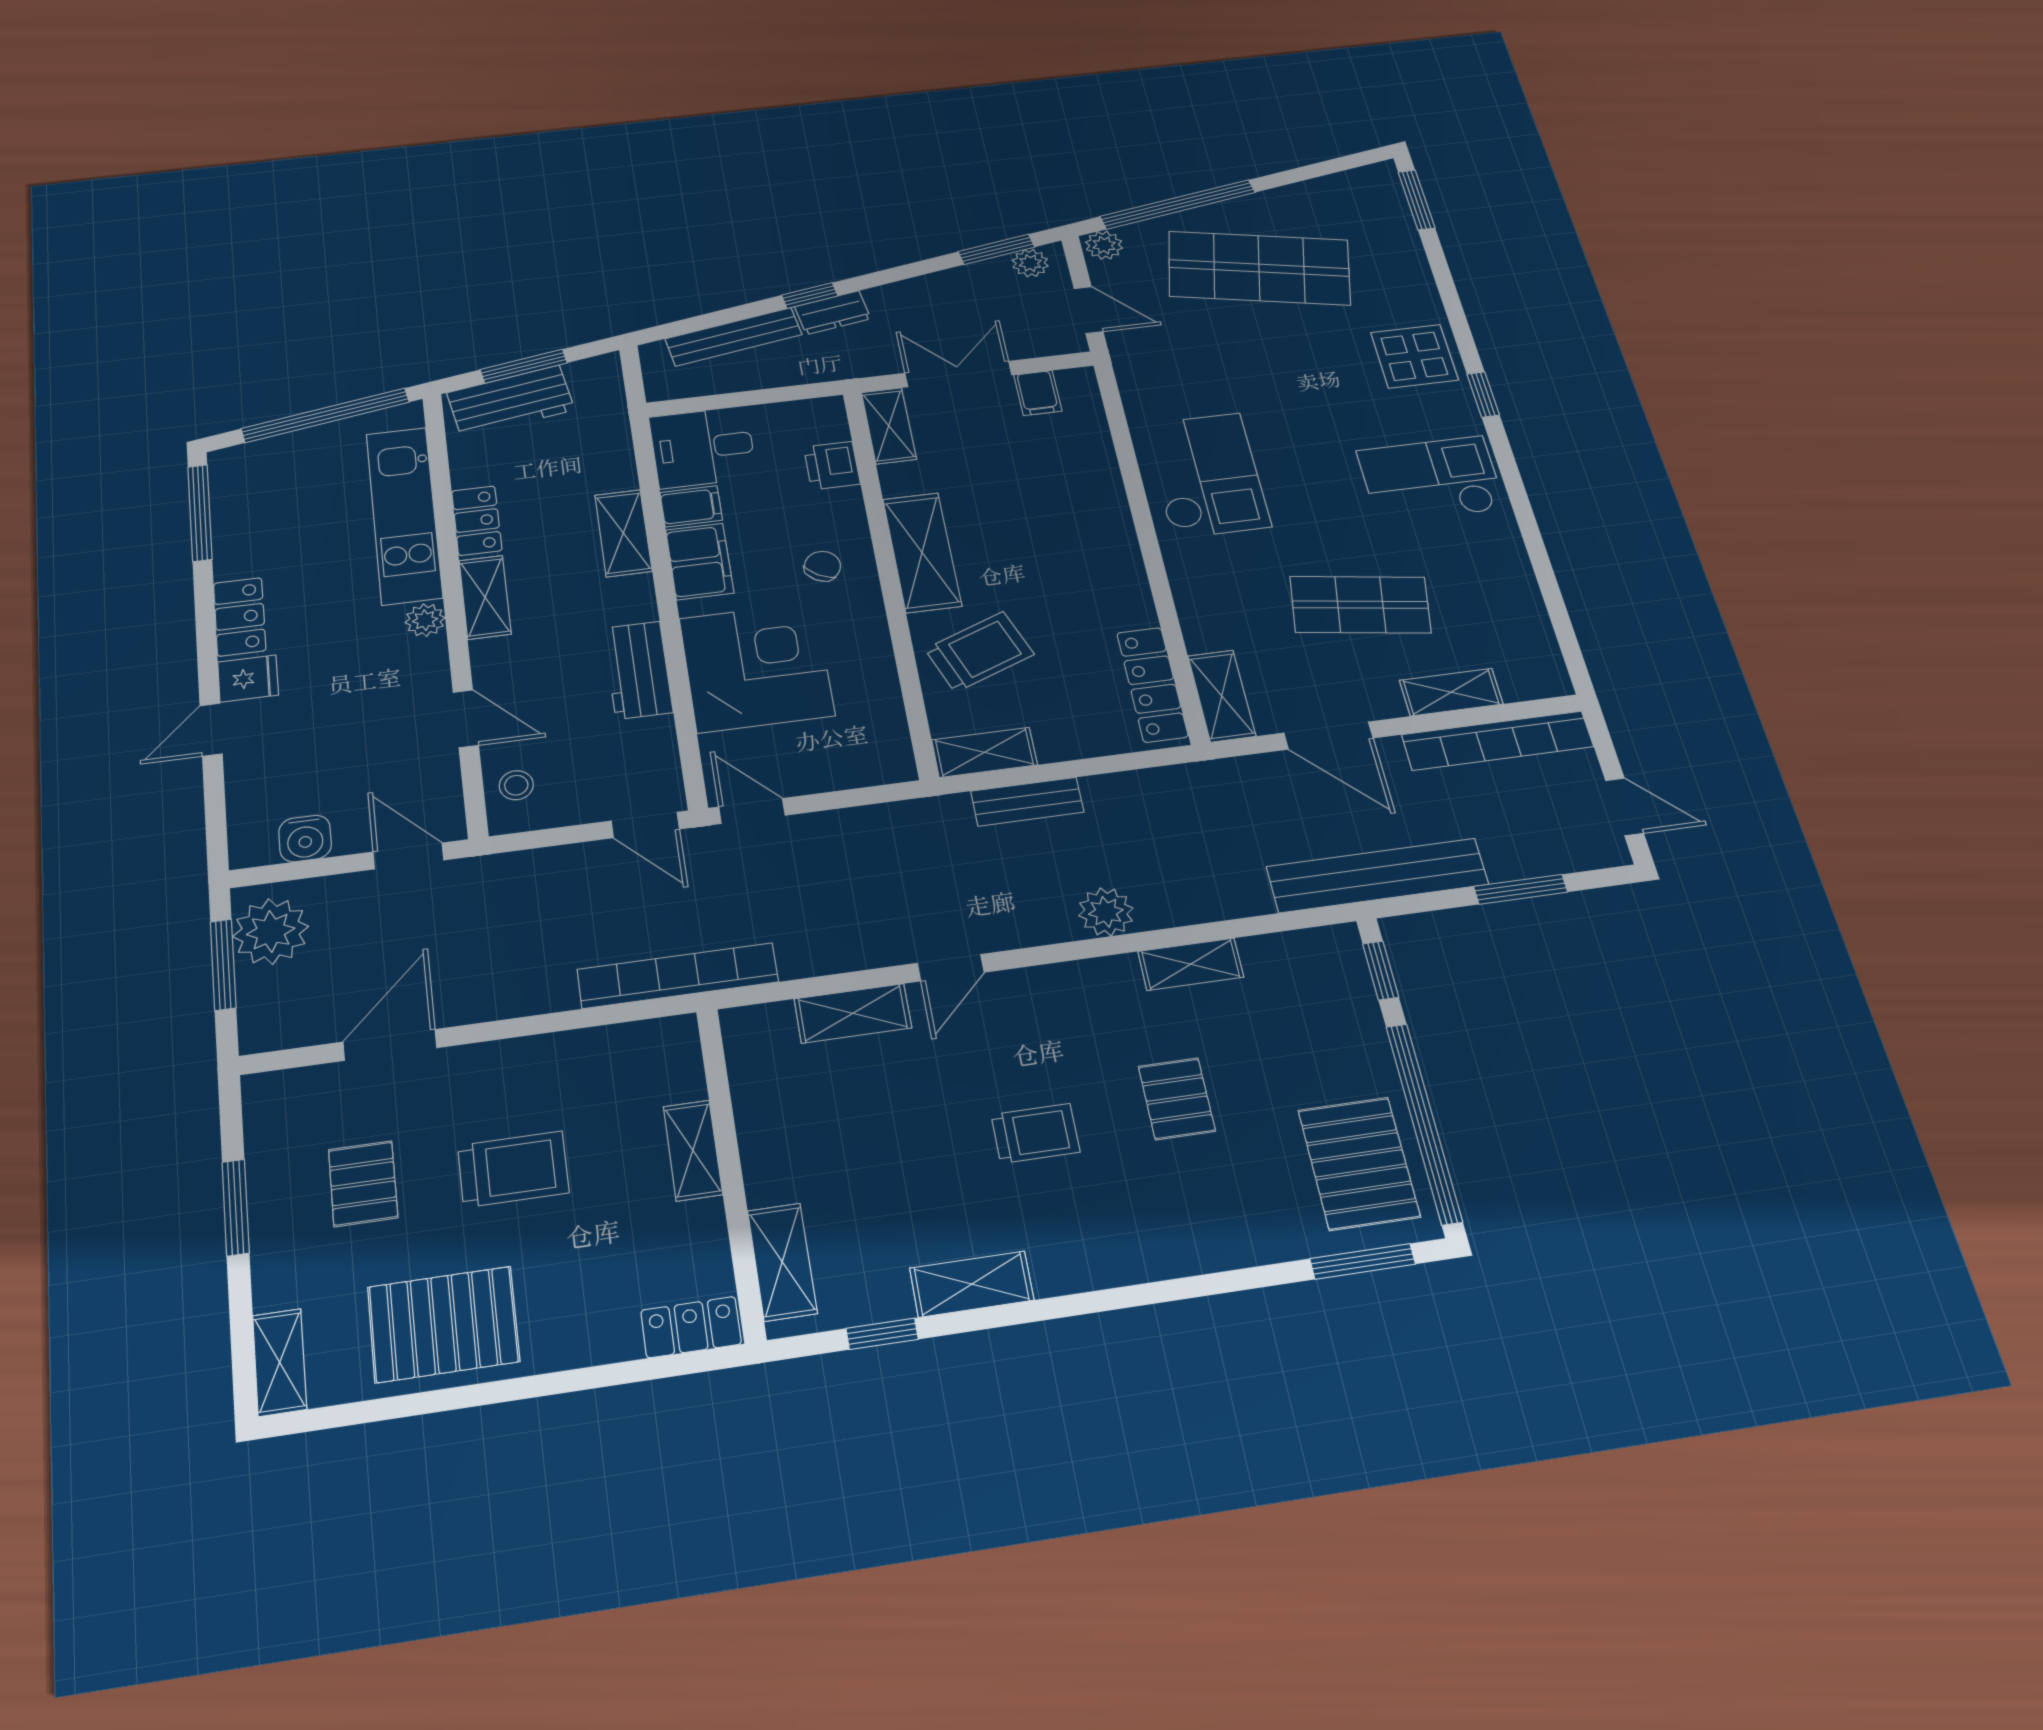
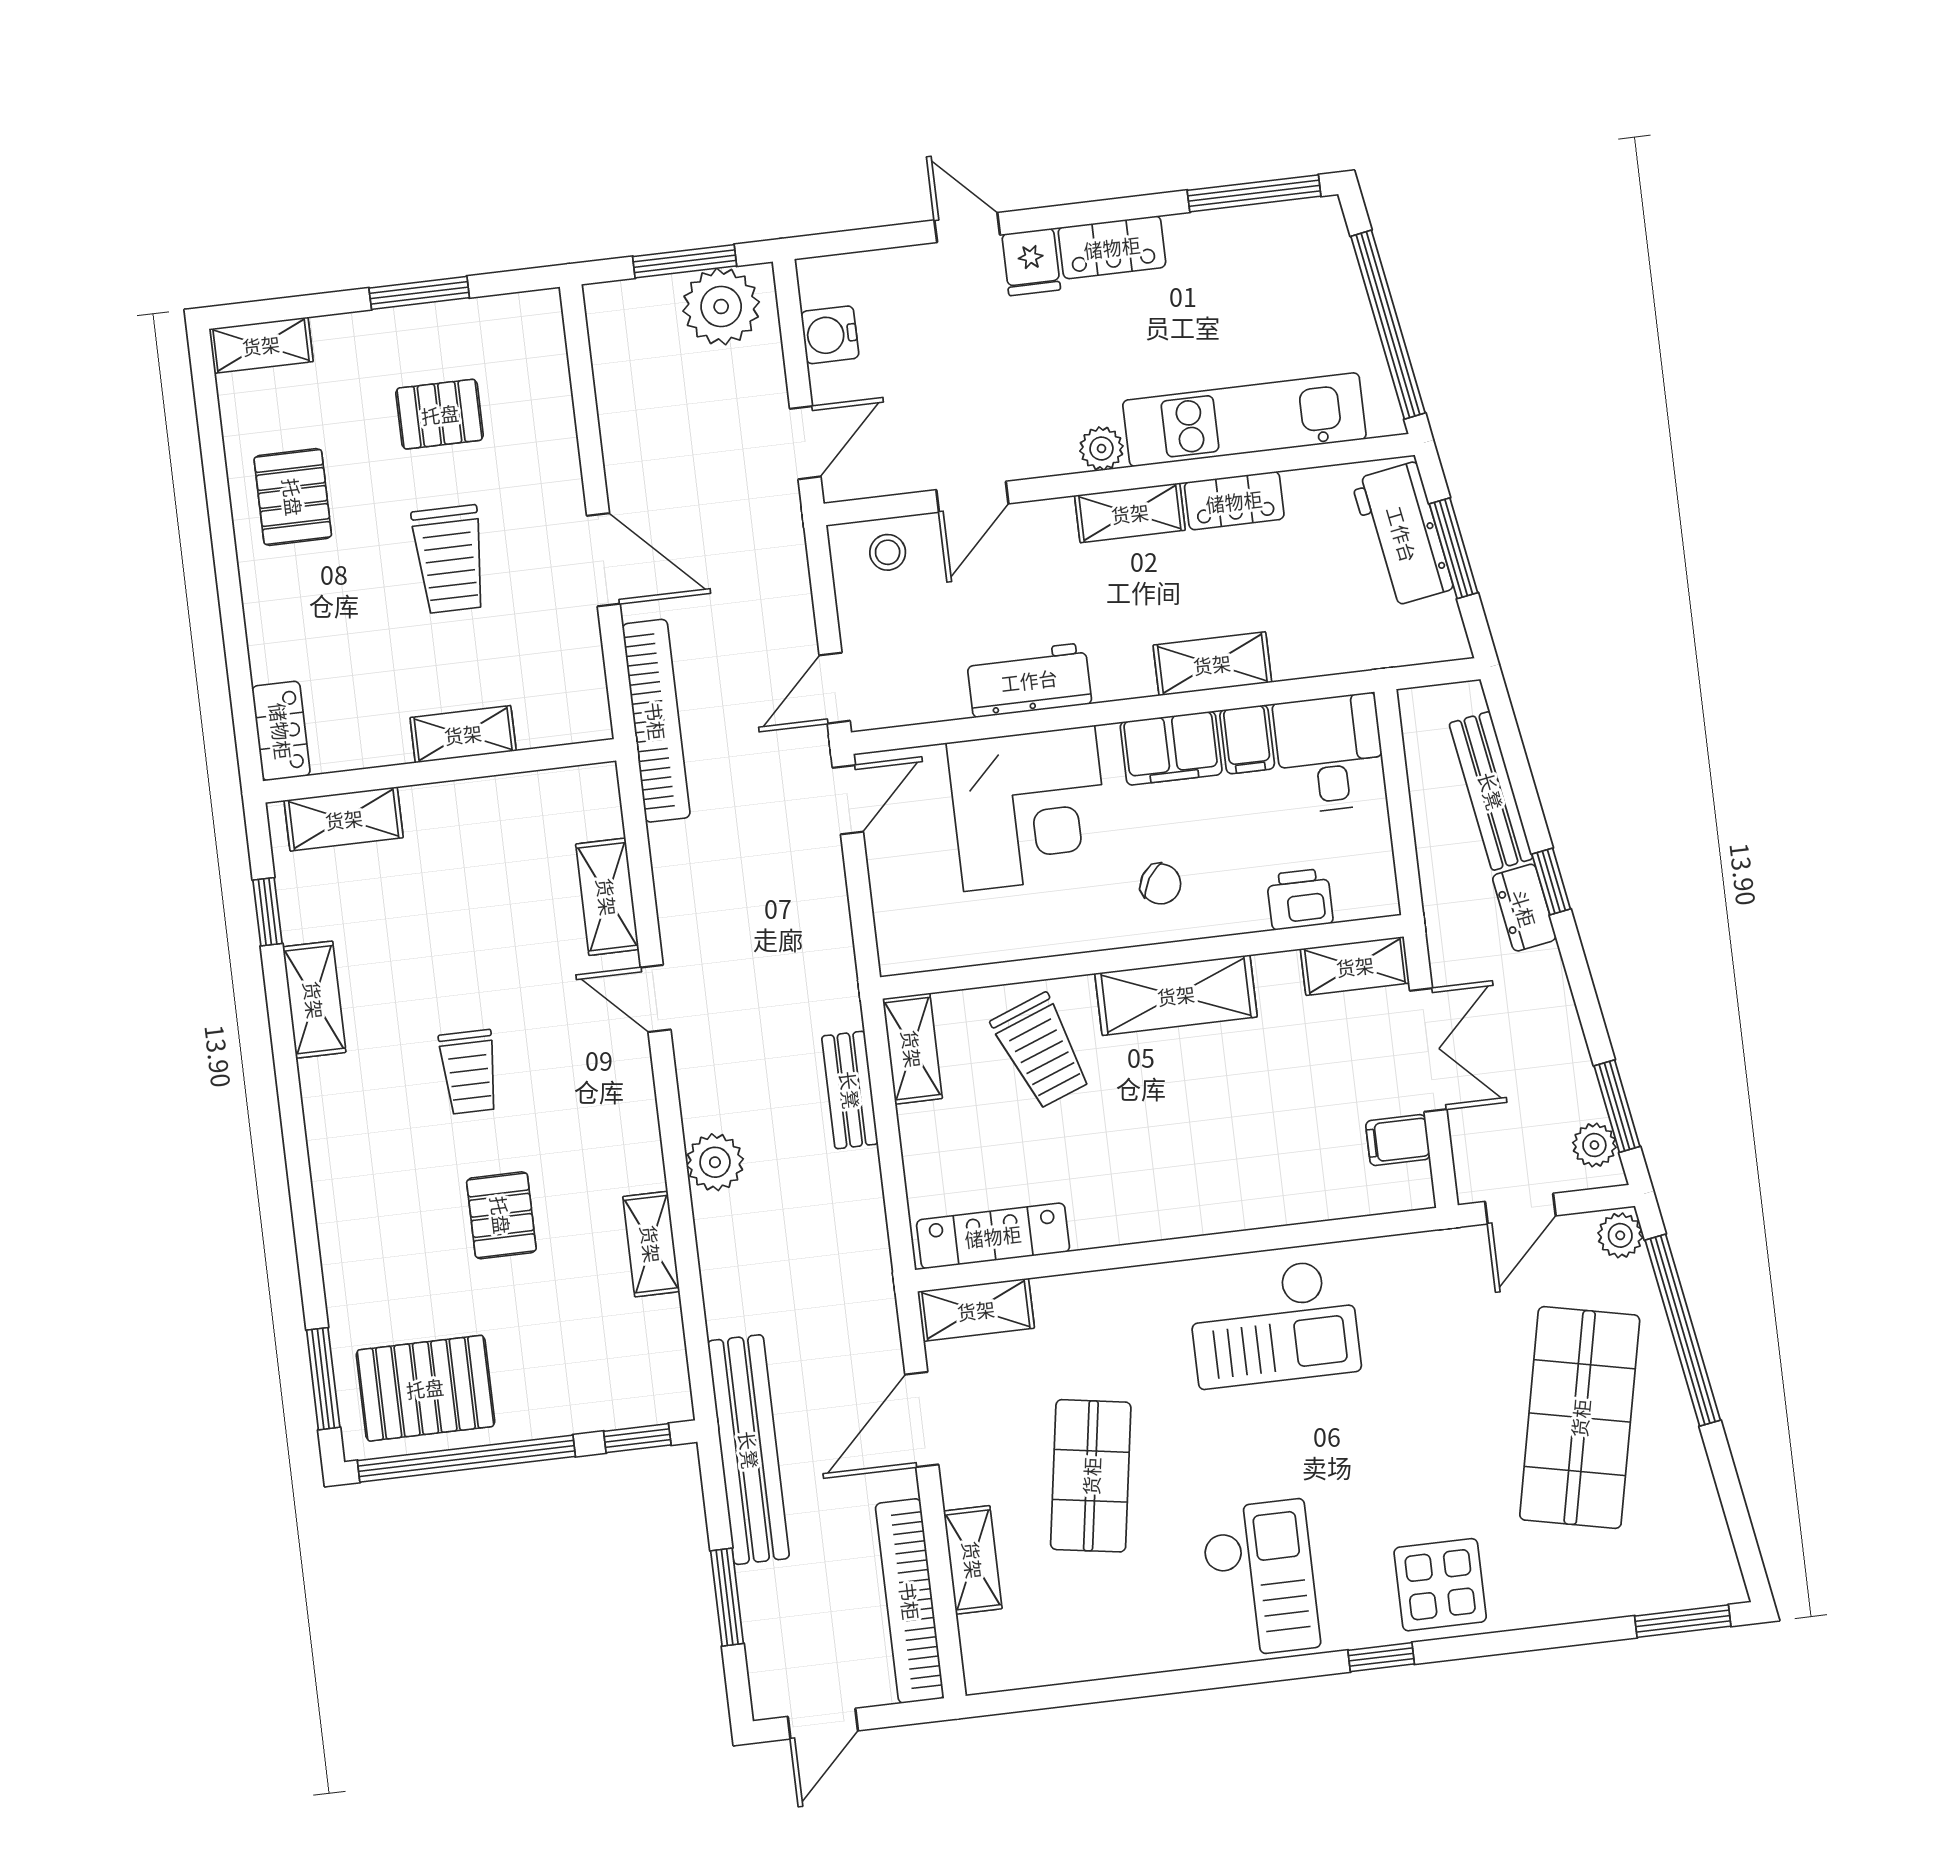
door: (390, 1045) -> (603, 560), moved
pallet: (1177, 1099) -> (501, 1215), turned 90
pallet: (443, 1324) -> (293, 497), width x0.67, depth x0.71

